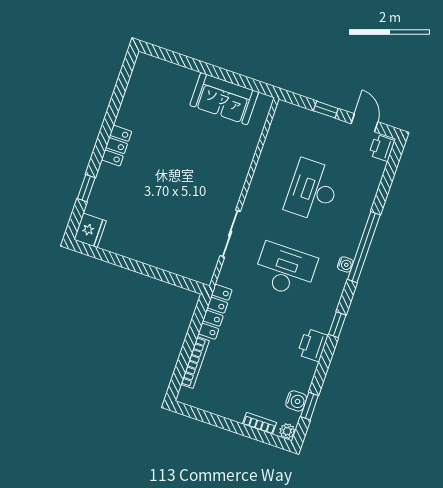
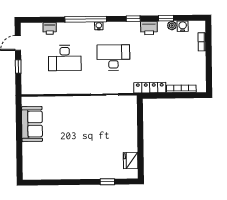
locker: (117, 146) -> (78, 173), removed
printer: (382, 148) -> (50, 28), moved
fridge: (90, 230) -> (131, 160), moved, turned -90
desk: (285, 270) -> (113, 57), turned 90
window: (309, 406) -> (166, 18), moved
plant: (287, 431) -> (172, 26), moved

